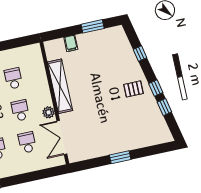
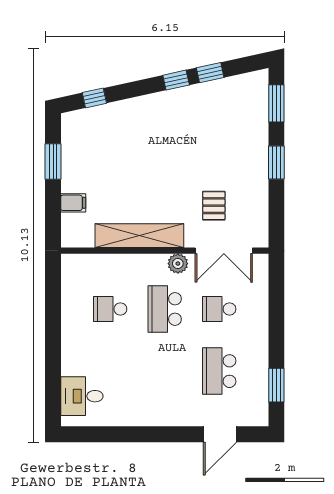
window: (140, 54) -> (94, 98), moved
pallet: (133, 89) -> (214, 206), moved
school desk: (20, 110) -> (165, 309), width x1.85
window: (155, 150) -> (276, 103), added

